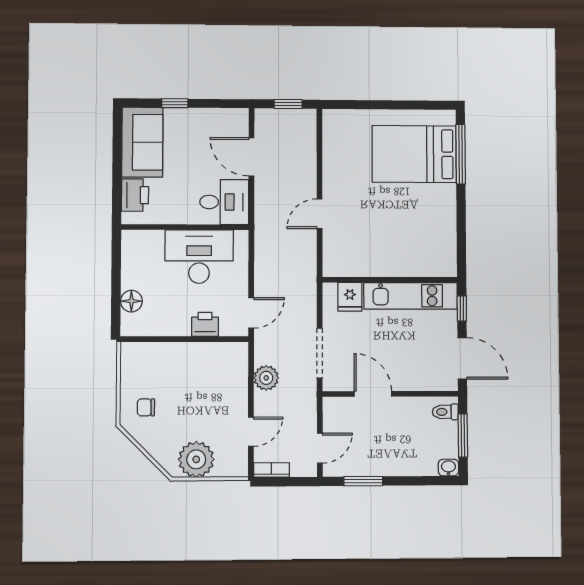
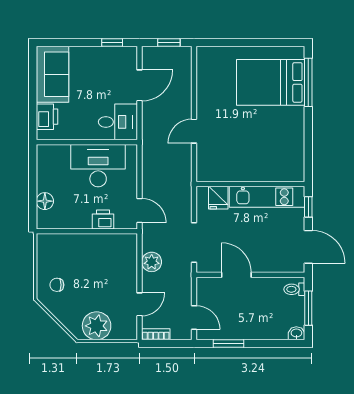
window: (175, 103) -> (112, 43), moved
door: (251, 157) -> (140, 85), swing flipped
door: (251, 313) -> (140, 210), hinge flipped
door: (320, 448) -> (194, 317), hinge flipped

